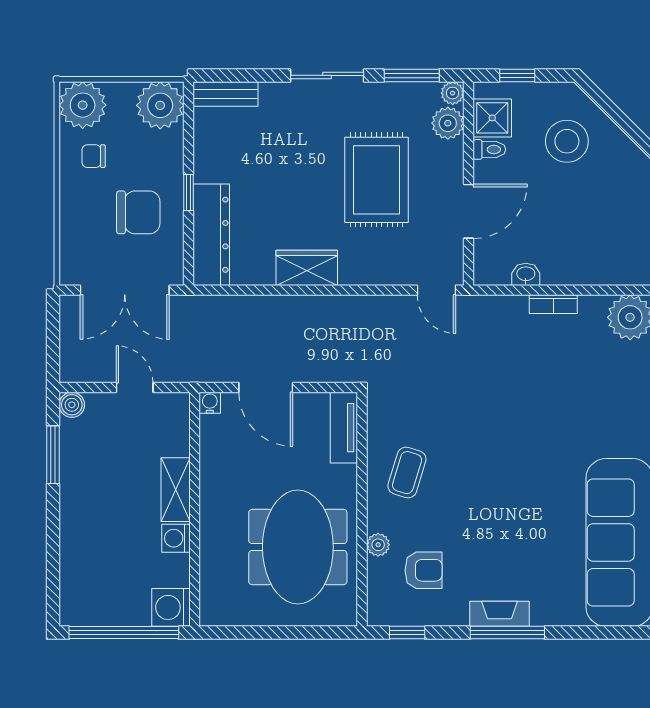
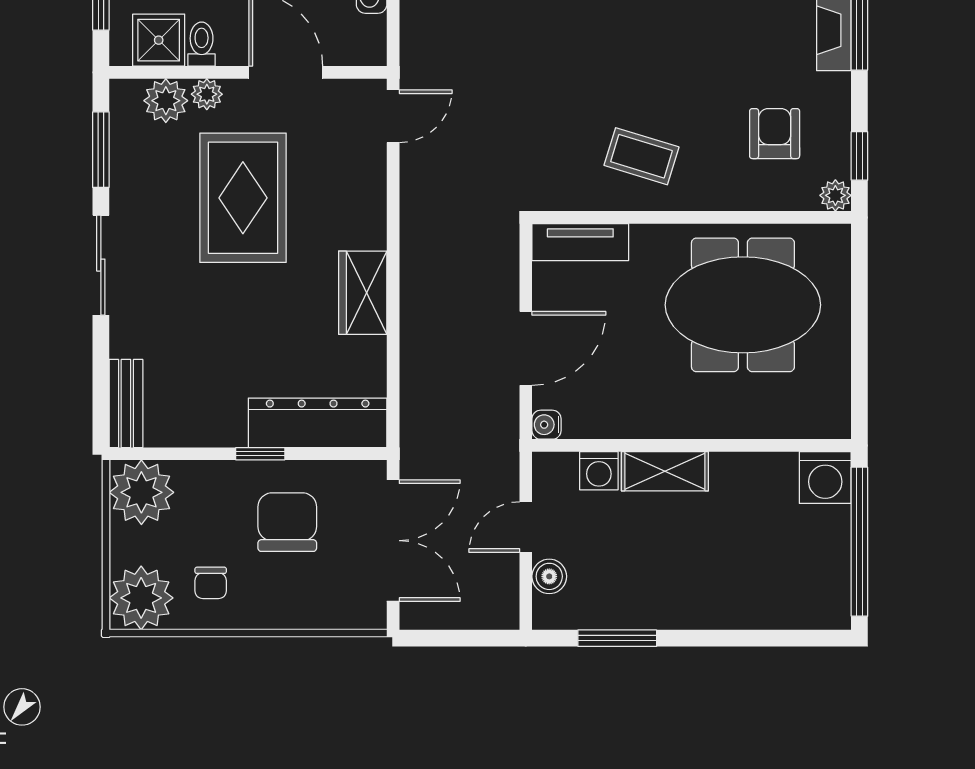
plant: (453, 93) -> (207, 94), moved
rug: (376, 180) -> (243, 198), turned 90
boiler: (72, 405) -> (549, 576), moved
washing machine: (176, 538) -> (599, 471), moved
plant: (378, 545) -> (835, 195), moved

